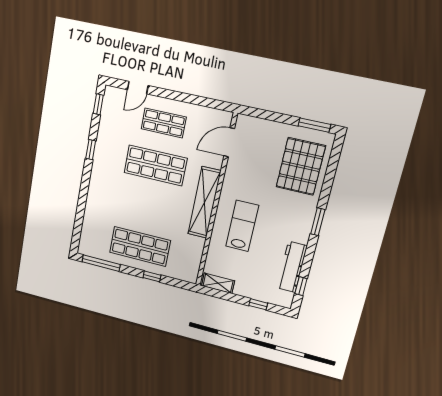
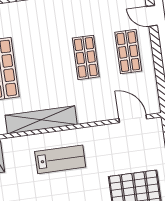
shop shelf: (155, 165) -> (86, 57), width x0.70, depth x0.74
shelving: (204, 202) -> (41, 120), moved

